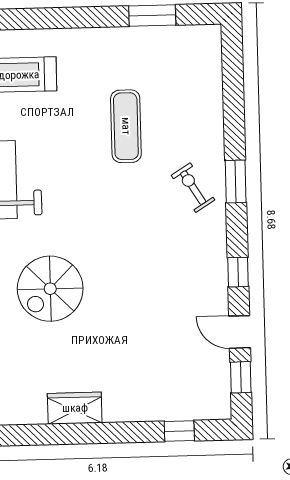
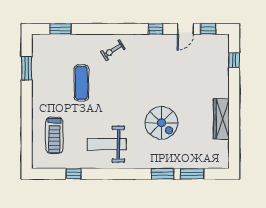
exercise mat: (126, 126) -> (81, 83), turned 90
window: (236, 181) -> (60, 29), moved
wardrobe: (75, 408) -> (221, 119), width x1.50

